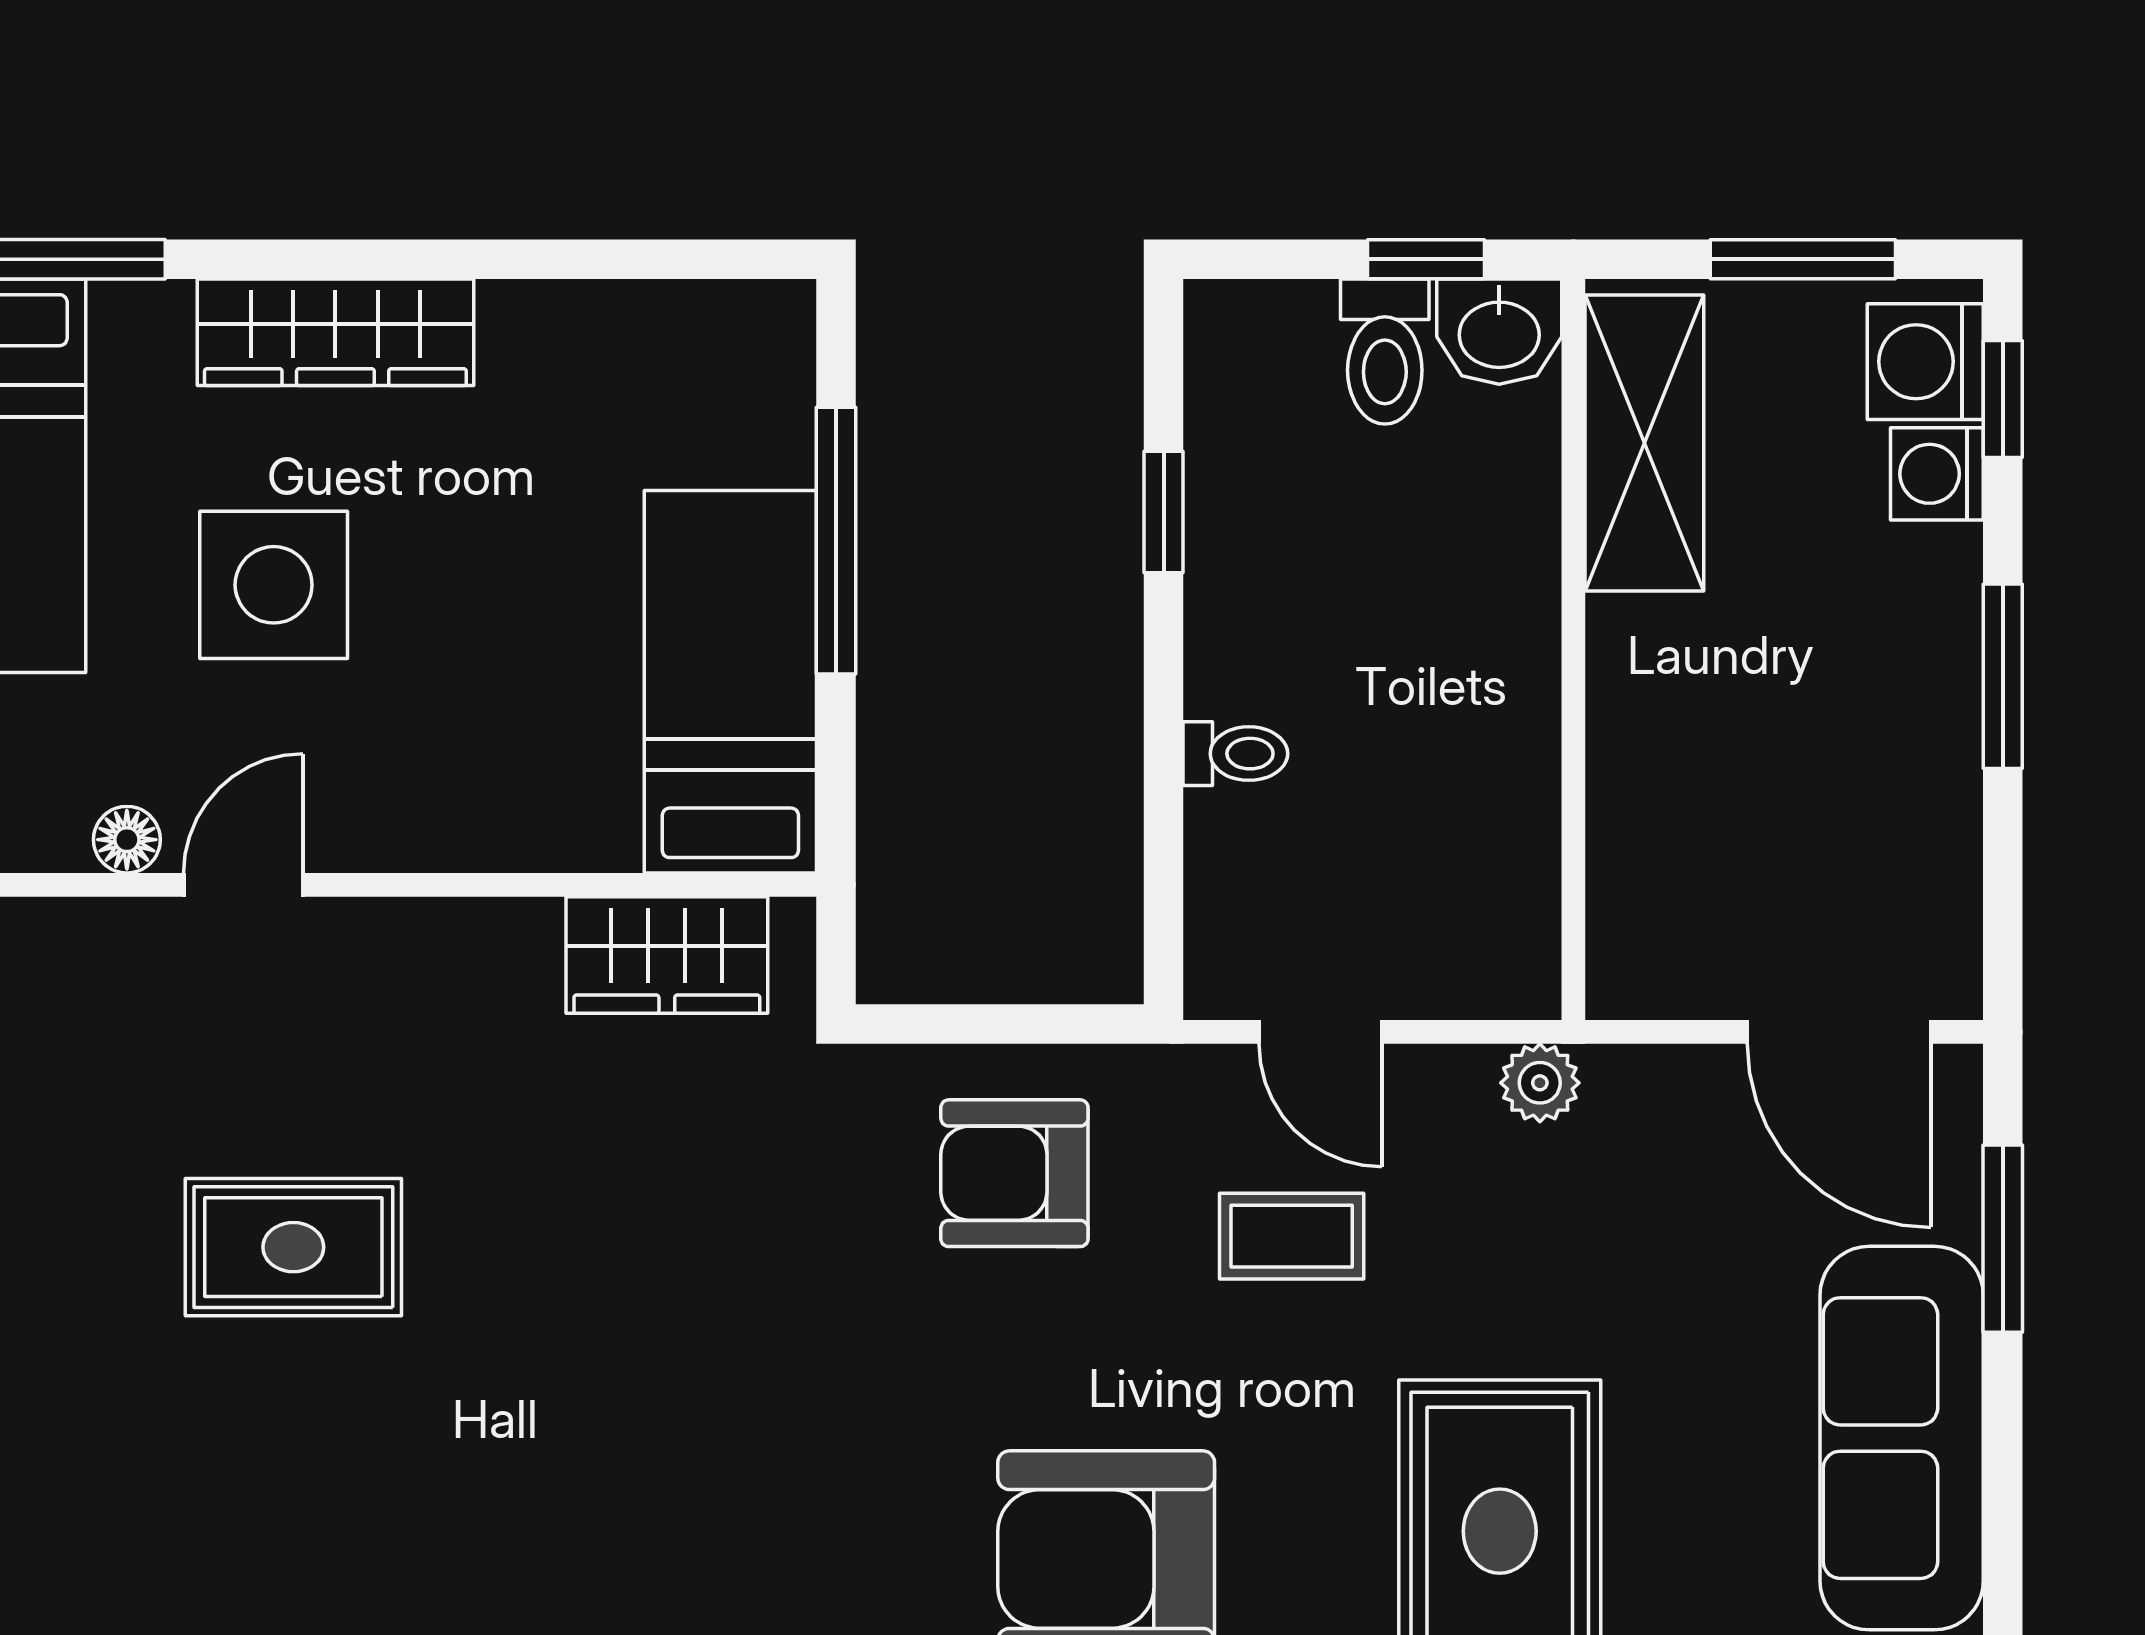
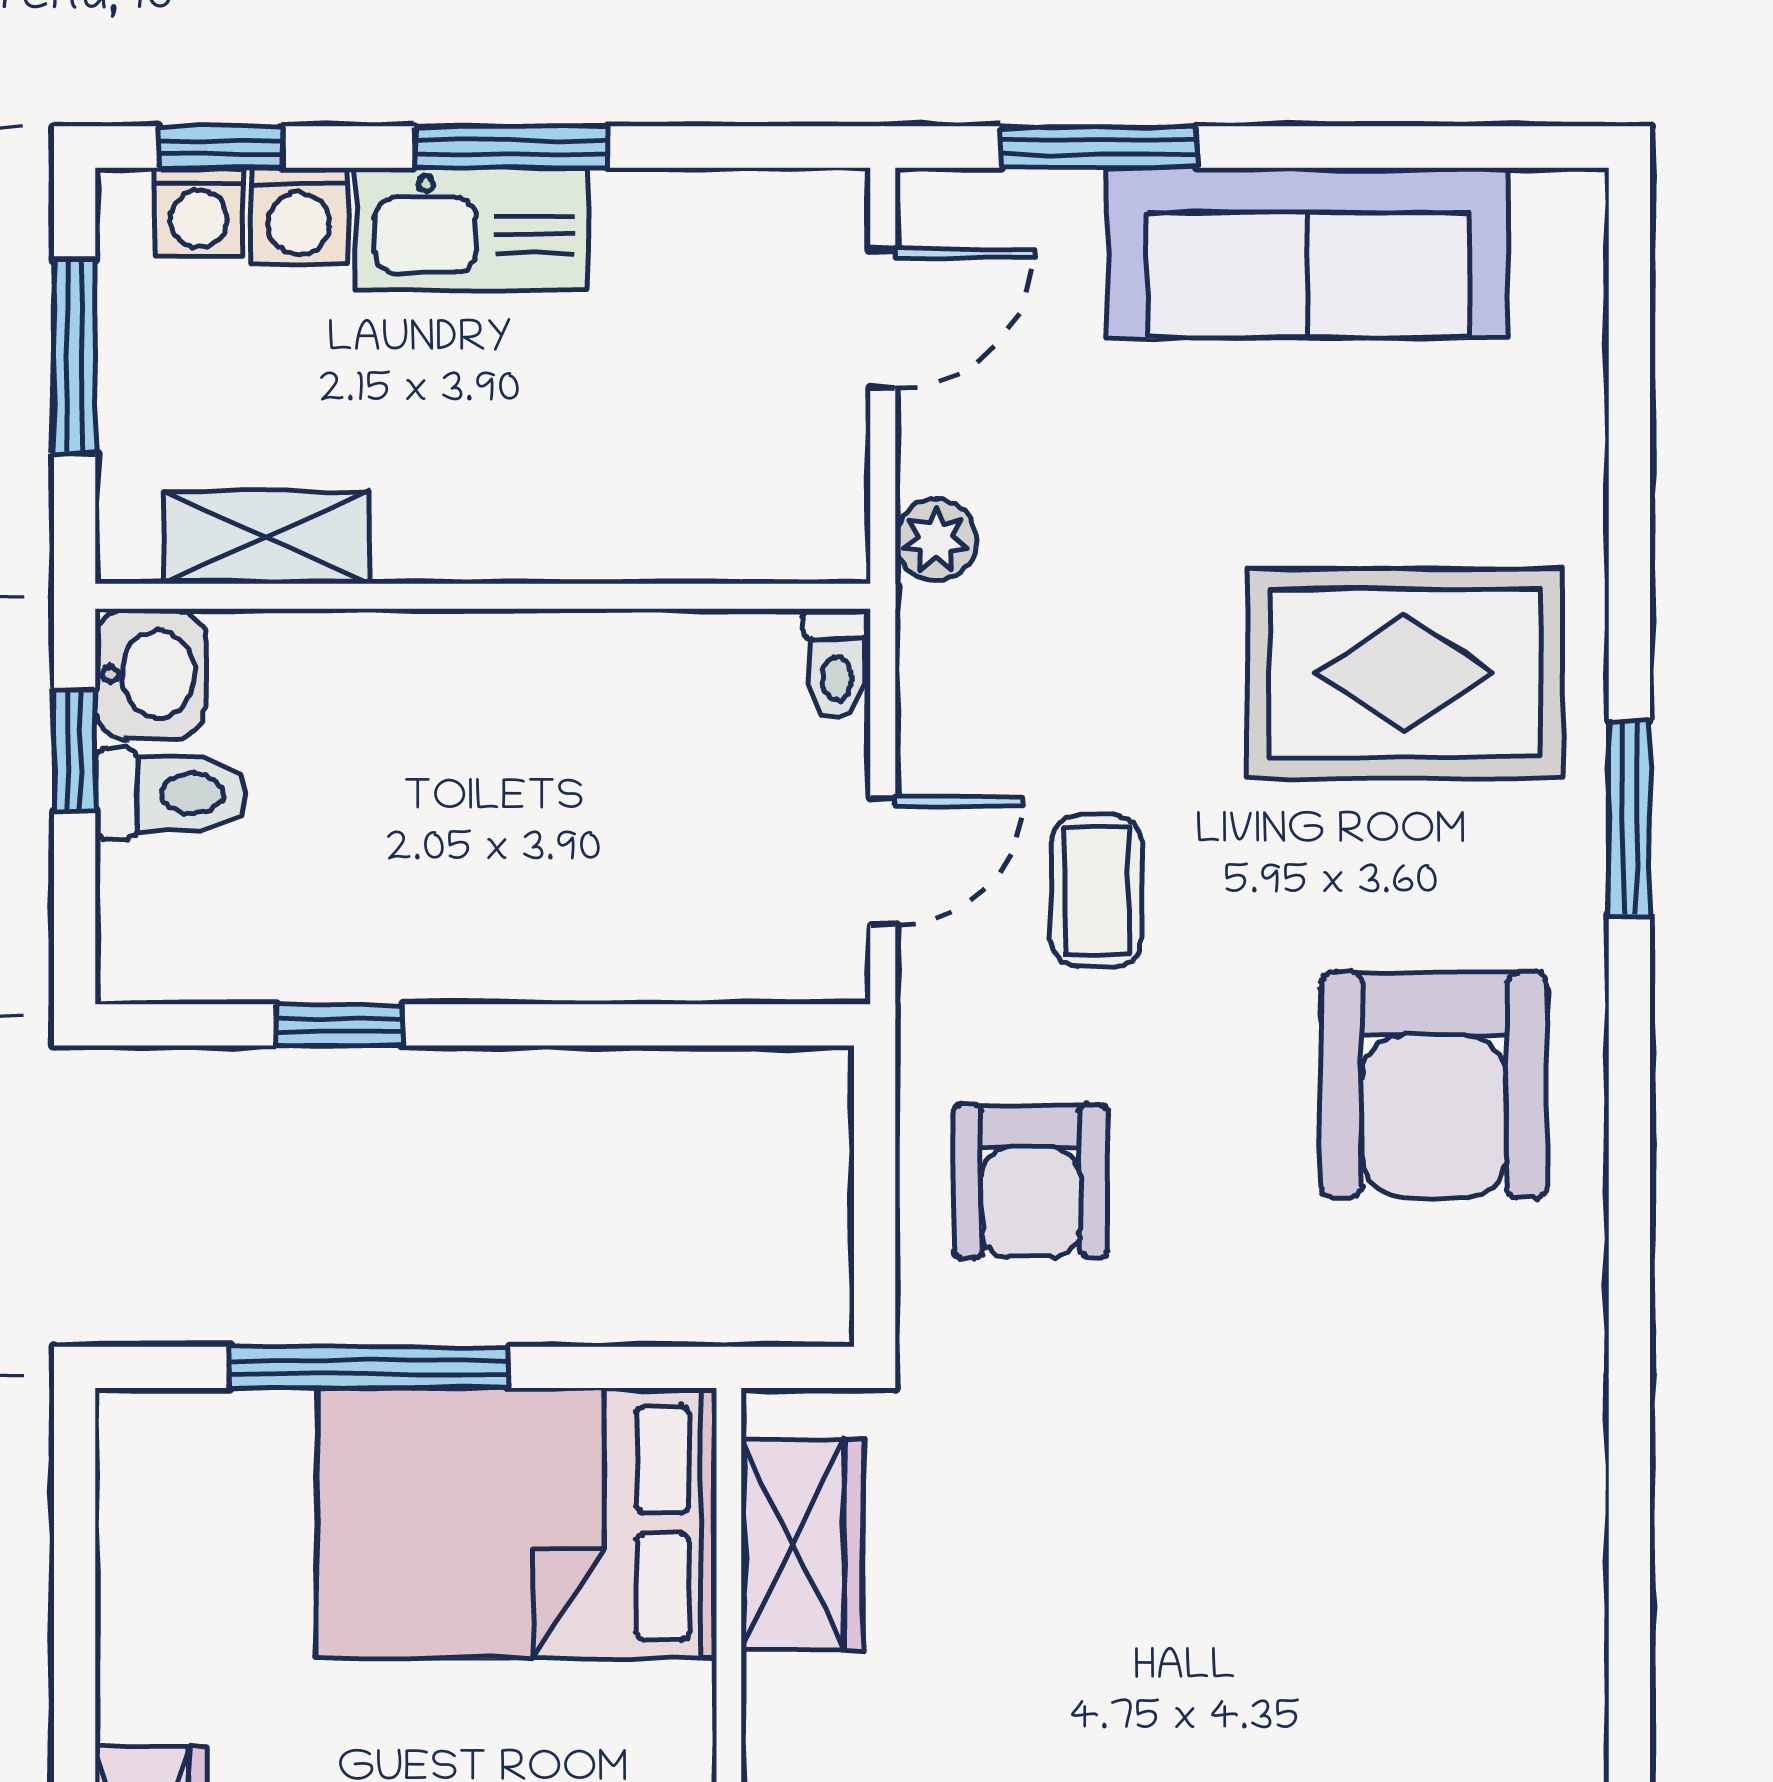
washing machine: (1925, 362) -> (198, 212), width x0.73, depth x0.73
shelving: (1644, 443) -> (267, 537), width x0.67, depth x0.75
kitchen sink: (1925, 639) -> (472, 229), added
bed: (730, 682) -> (516, 1523), width x1.50
toilet: (1235, 754) -> (837, 663), moved, turned 180
door: (1839, 1032) -> (883, 318), width x0.73
plant: (1540, 1083) -> (936, 540), moved

